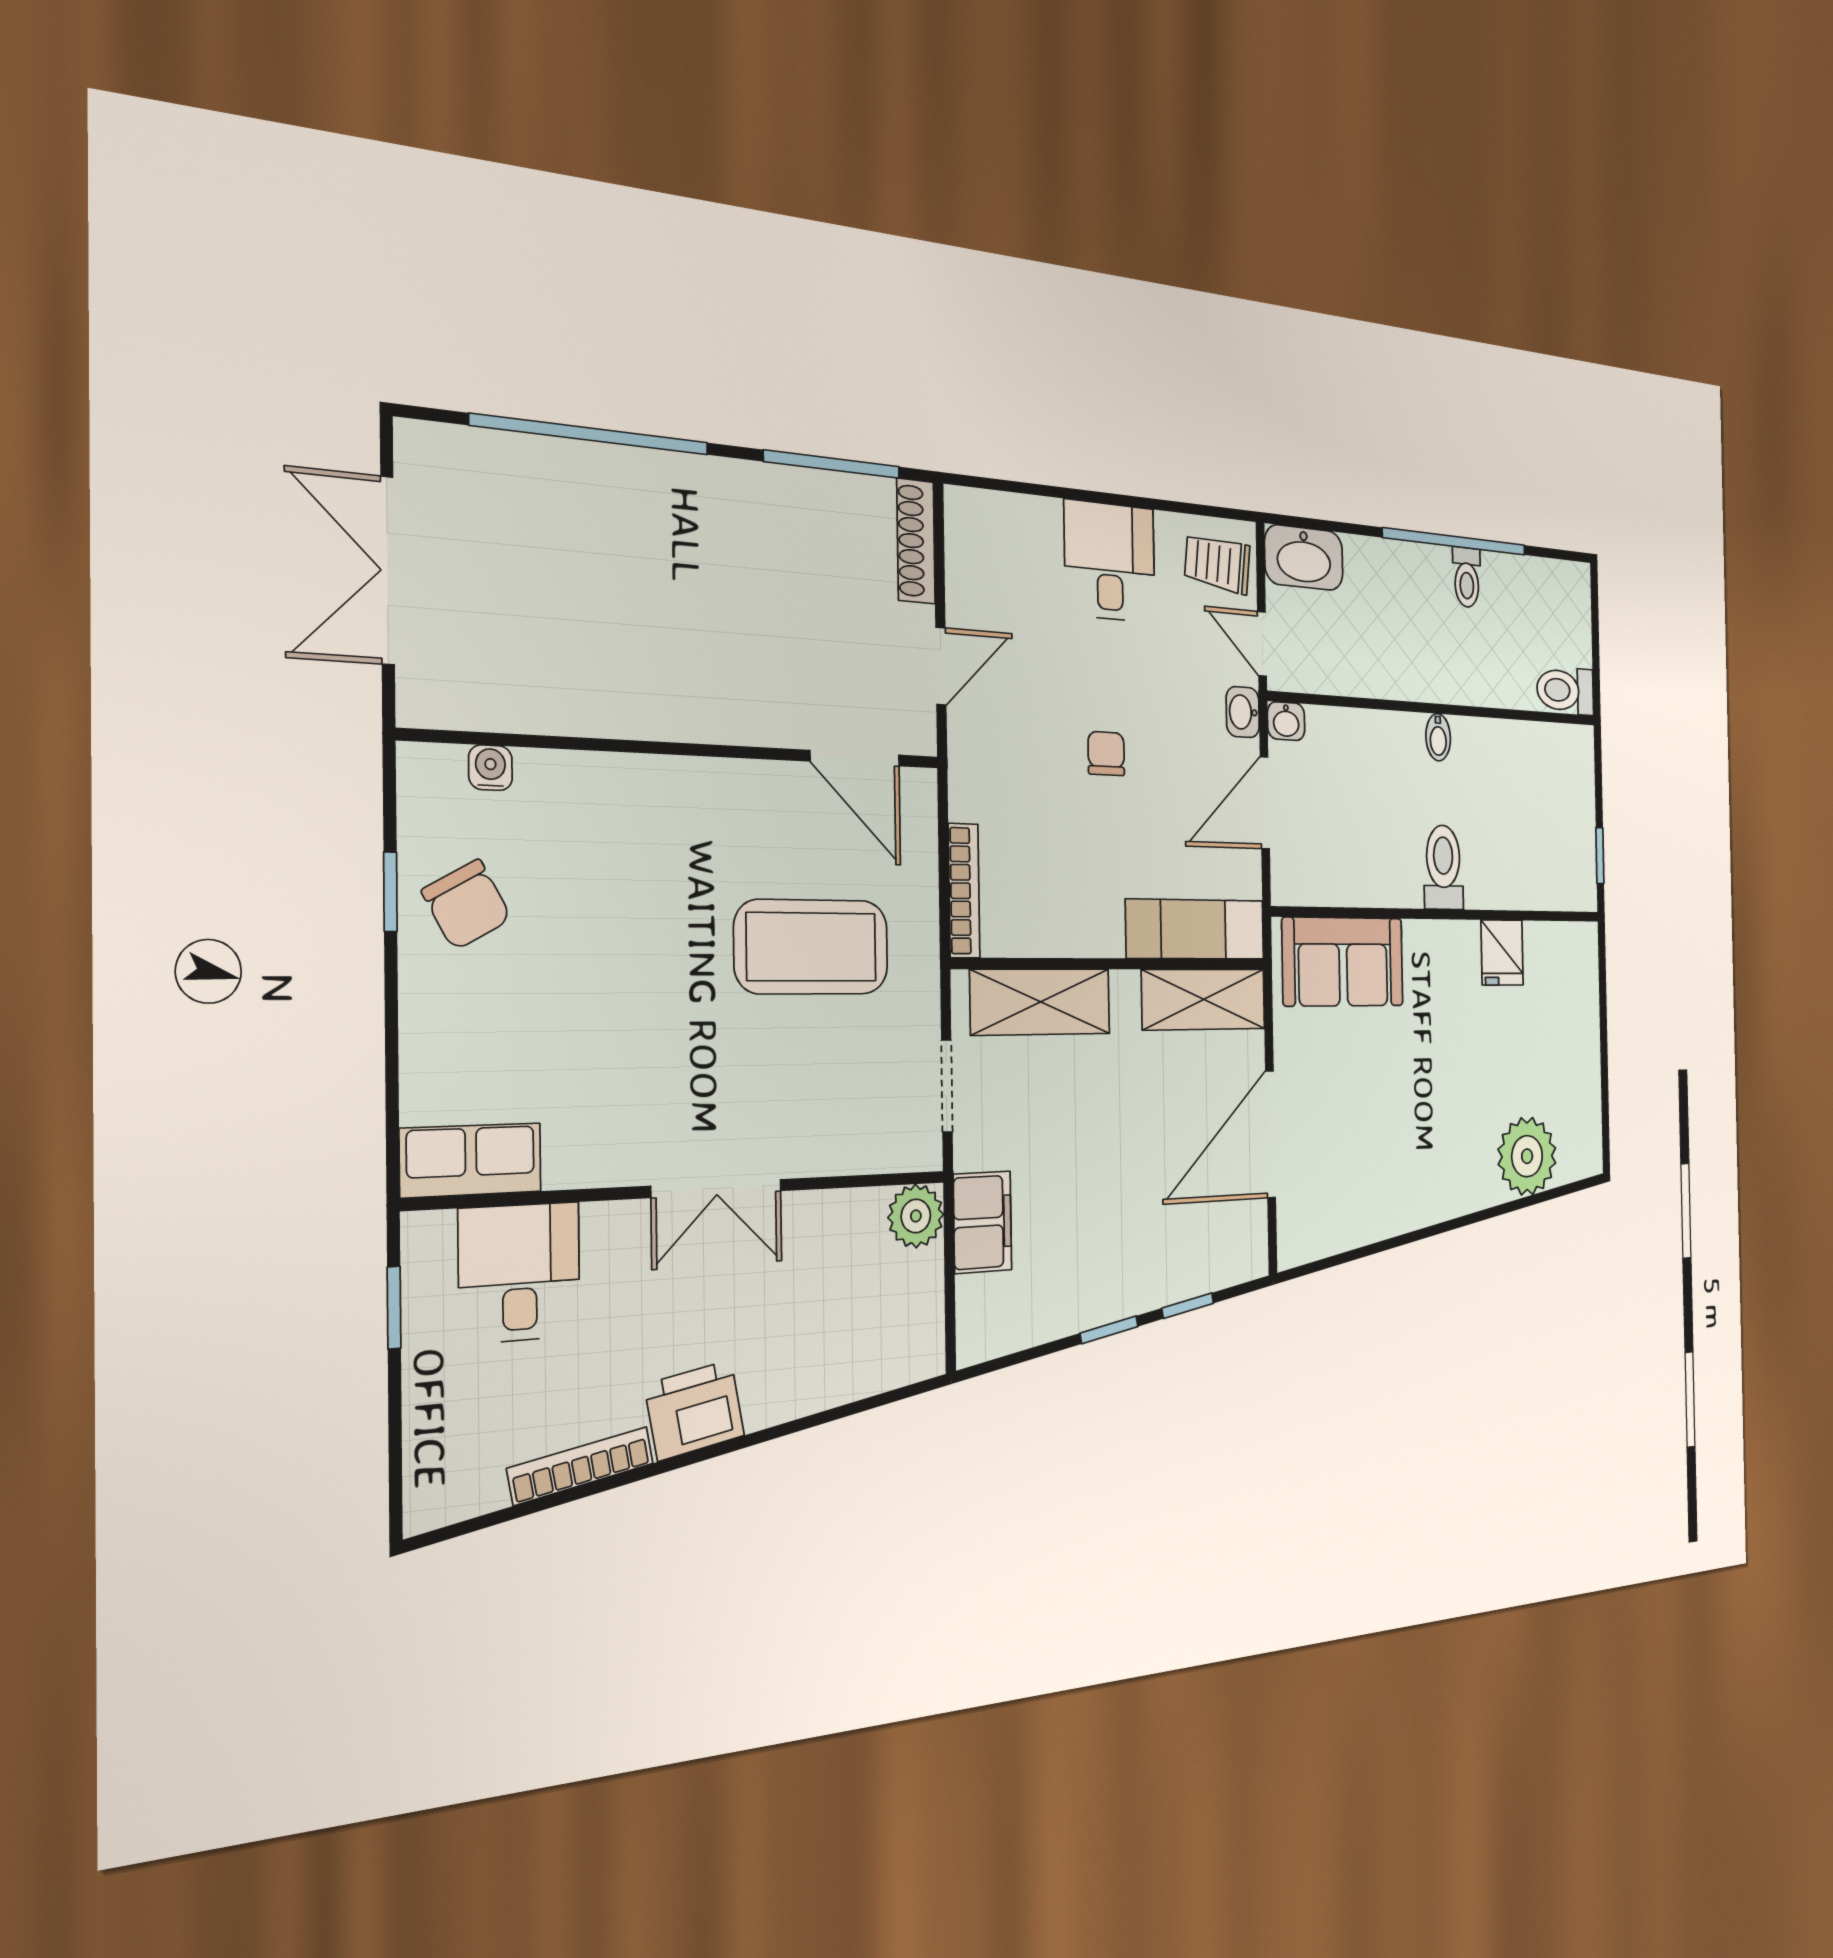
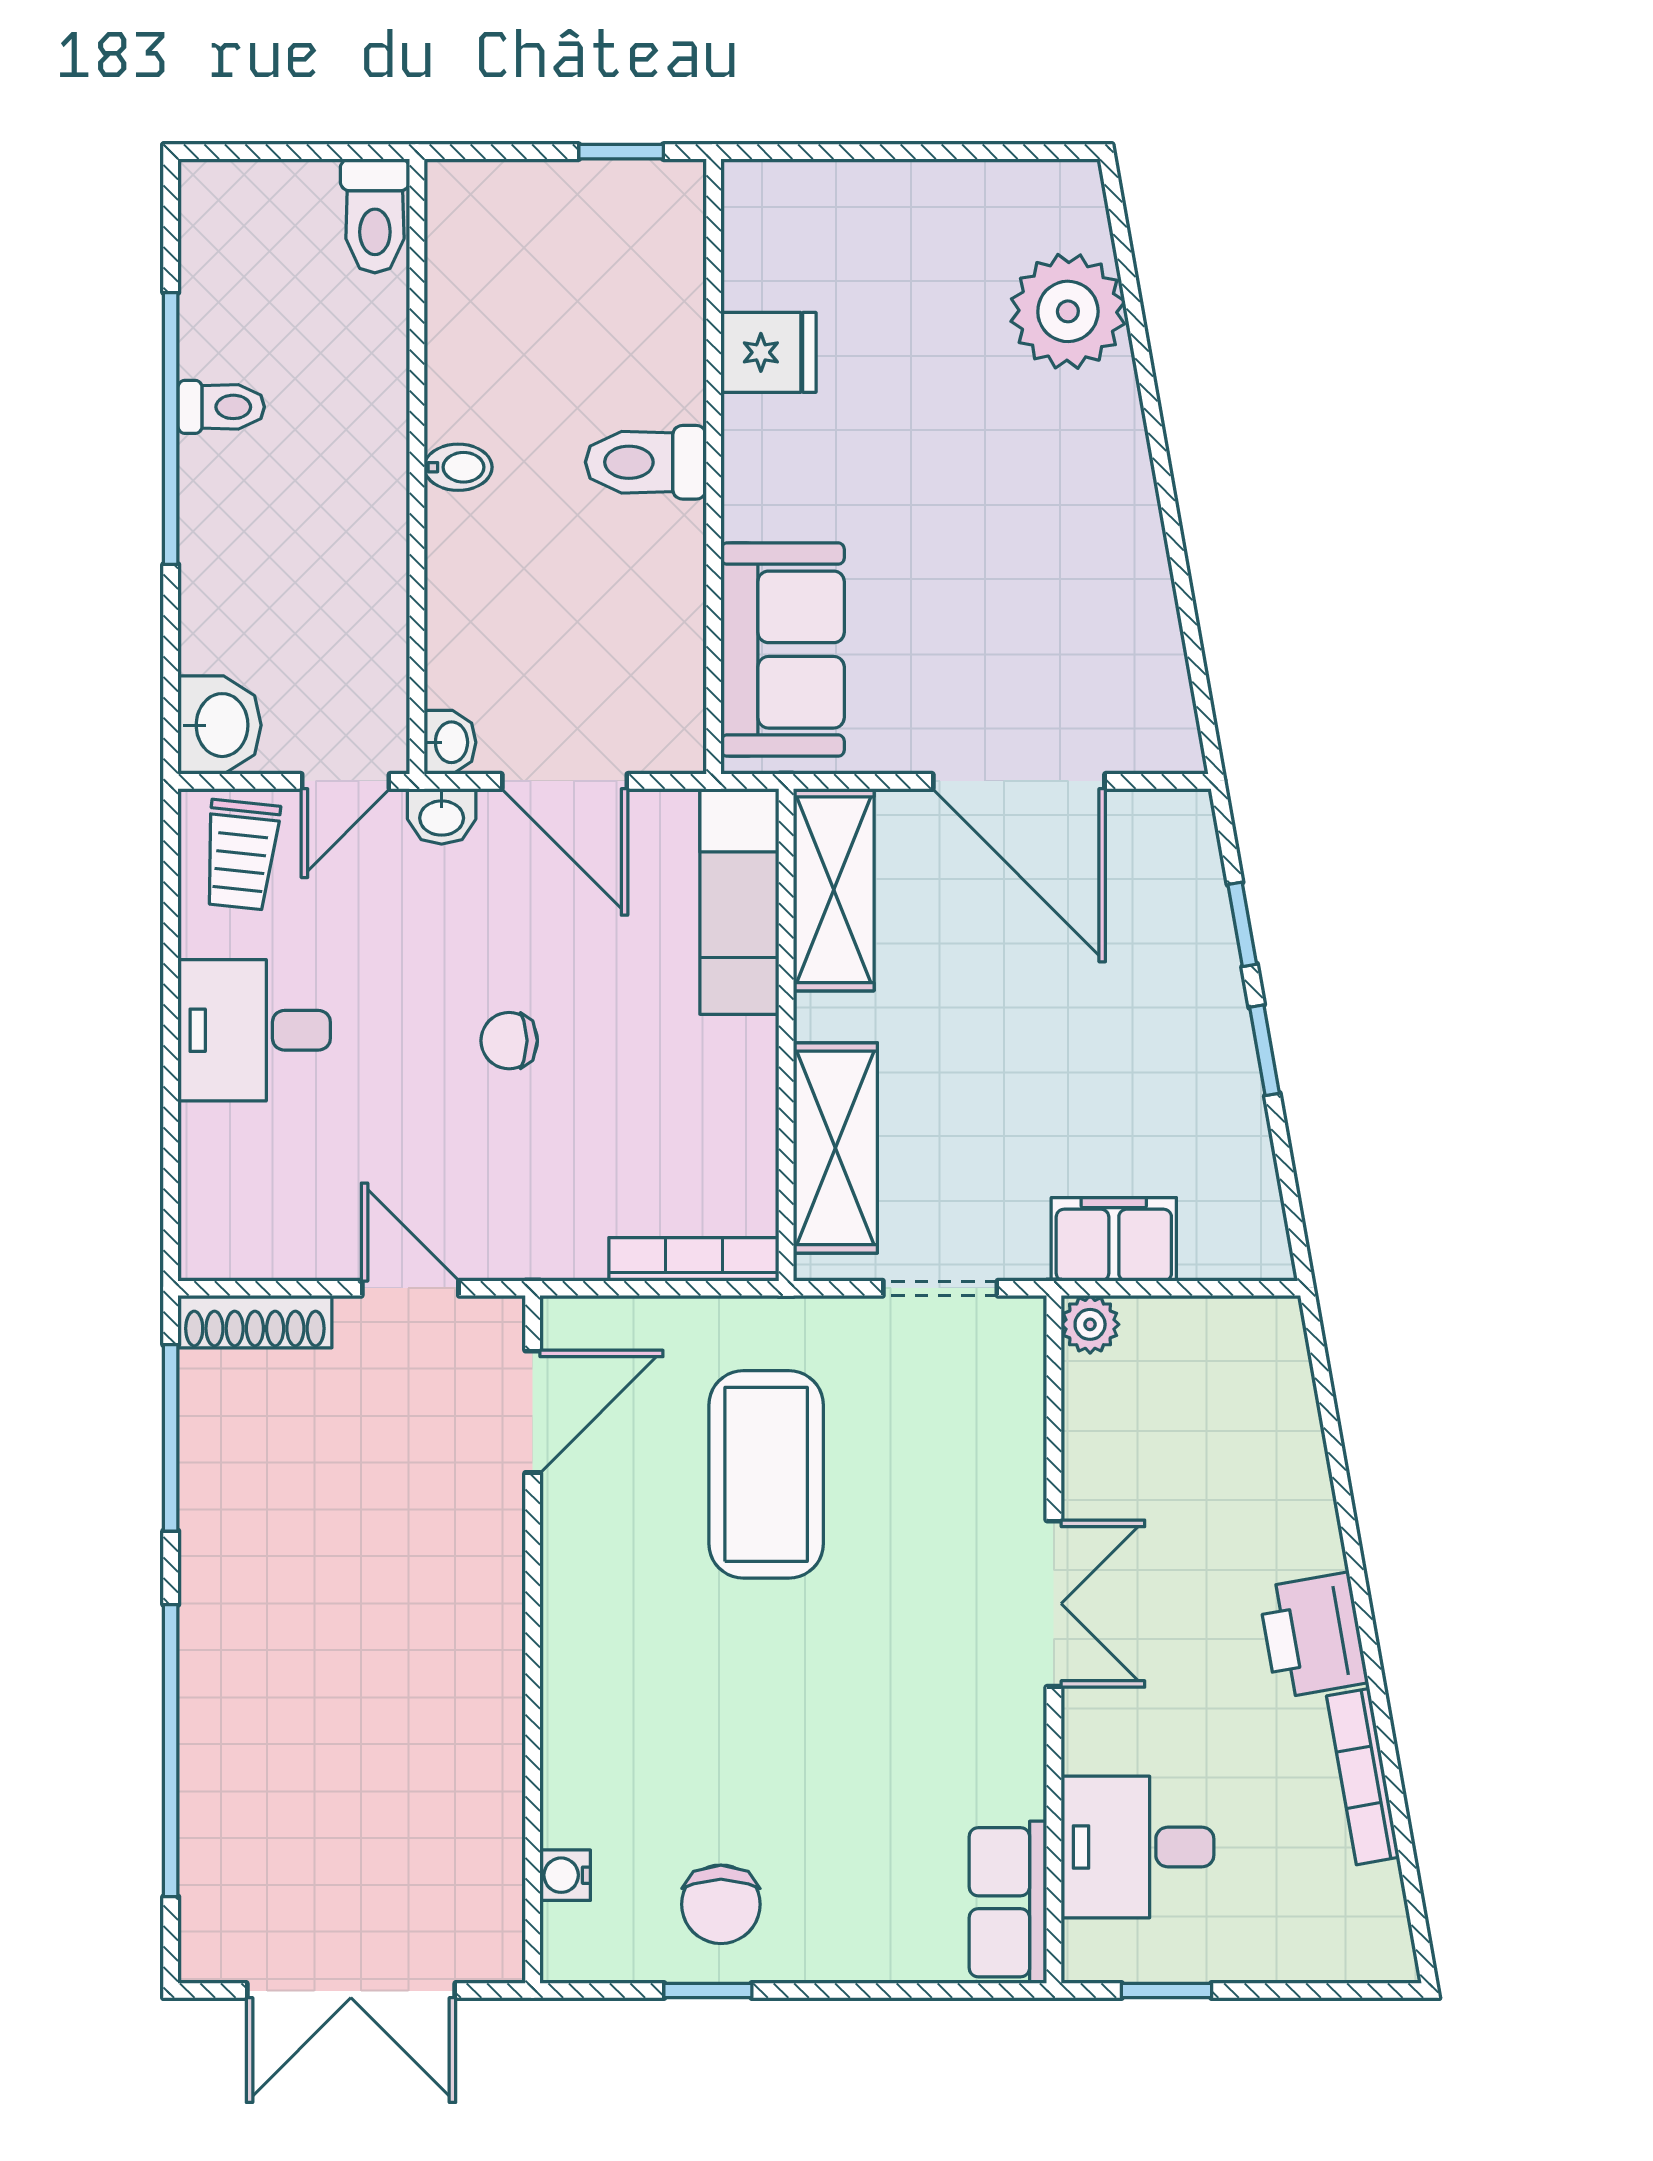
washbasin: (1304, 558) -> (220, 725), width x0.72
chair: (467, 905) -> (721, 1904), turned 119
plant: (916, 1216) -> (1090, 1324), width x0.73, depth x0.73

